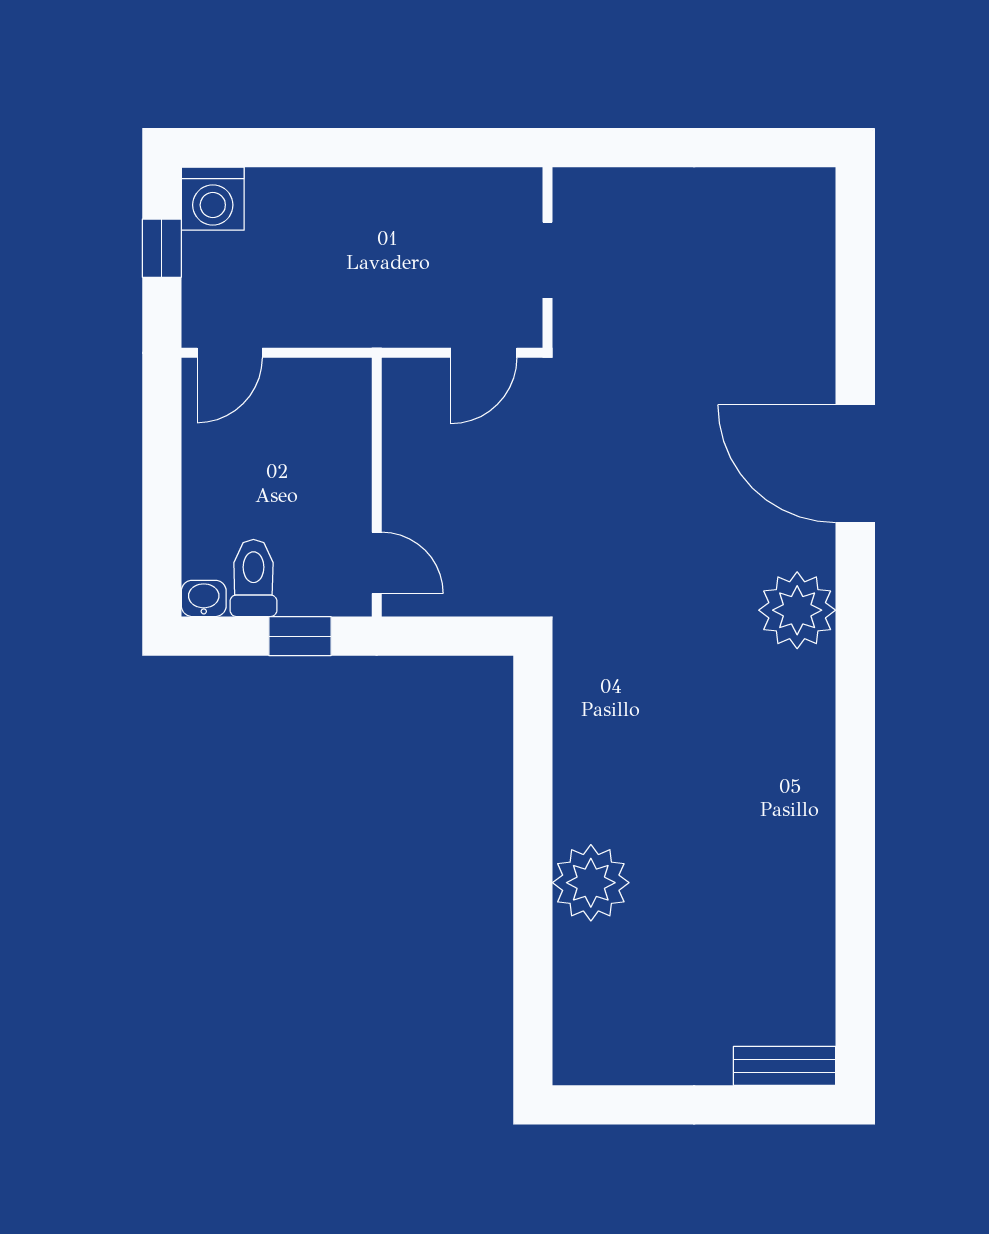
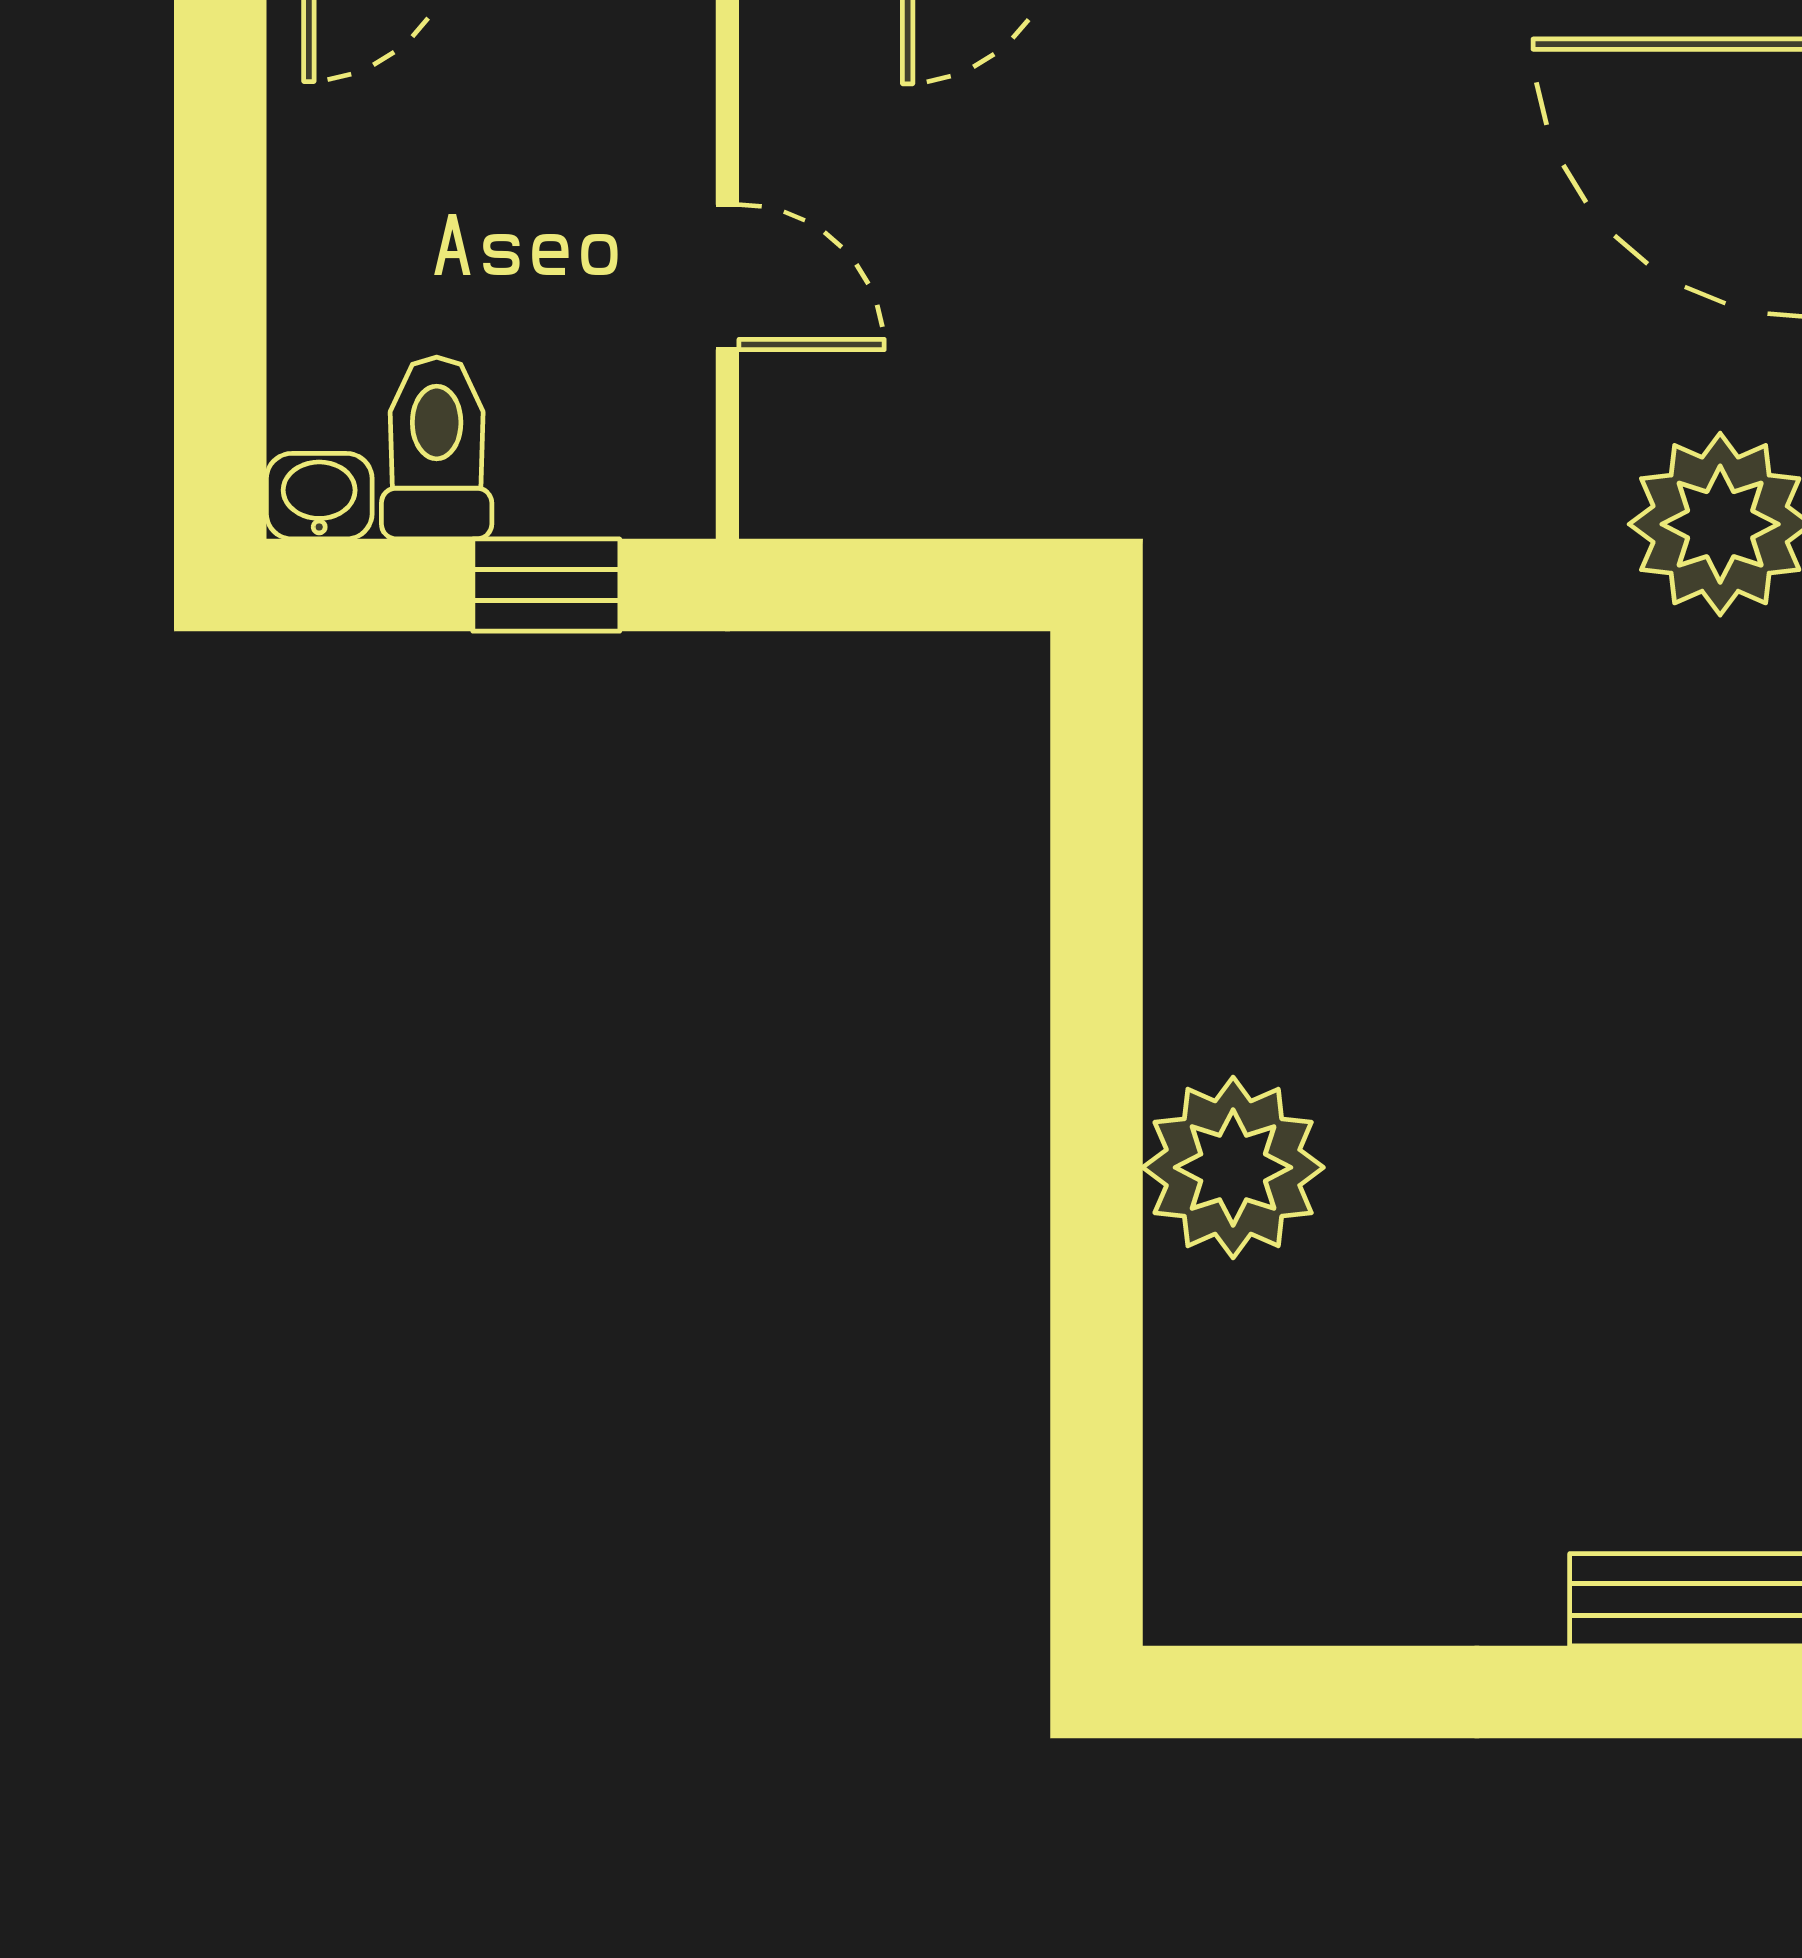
door: (377, 563) -> (727, 277), moved

